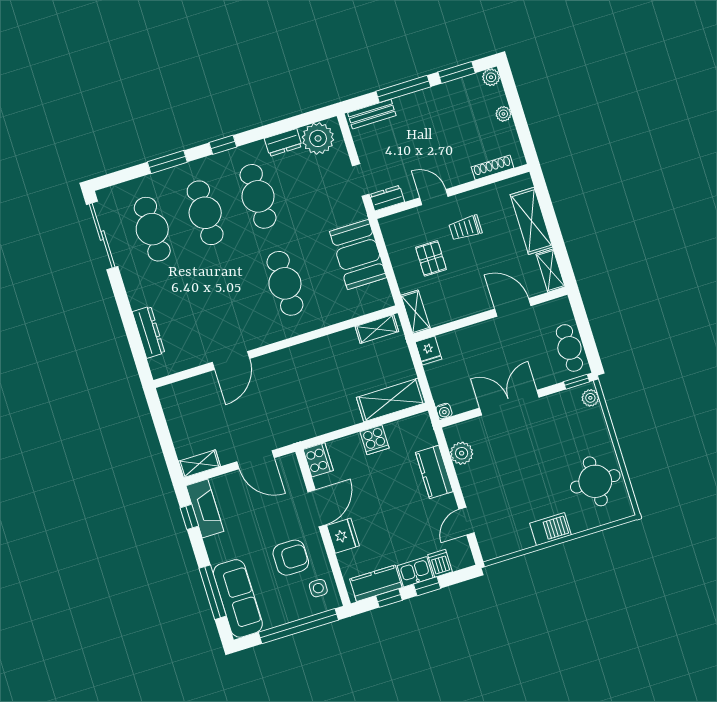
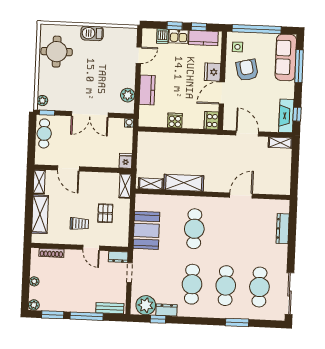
window: (223, 145) -> (158, 319), moved
shelving: (391, 400) -> (184, 183), moved
armchair: (291, 558) -> (247, 70), turned 77

